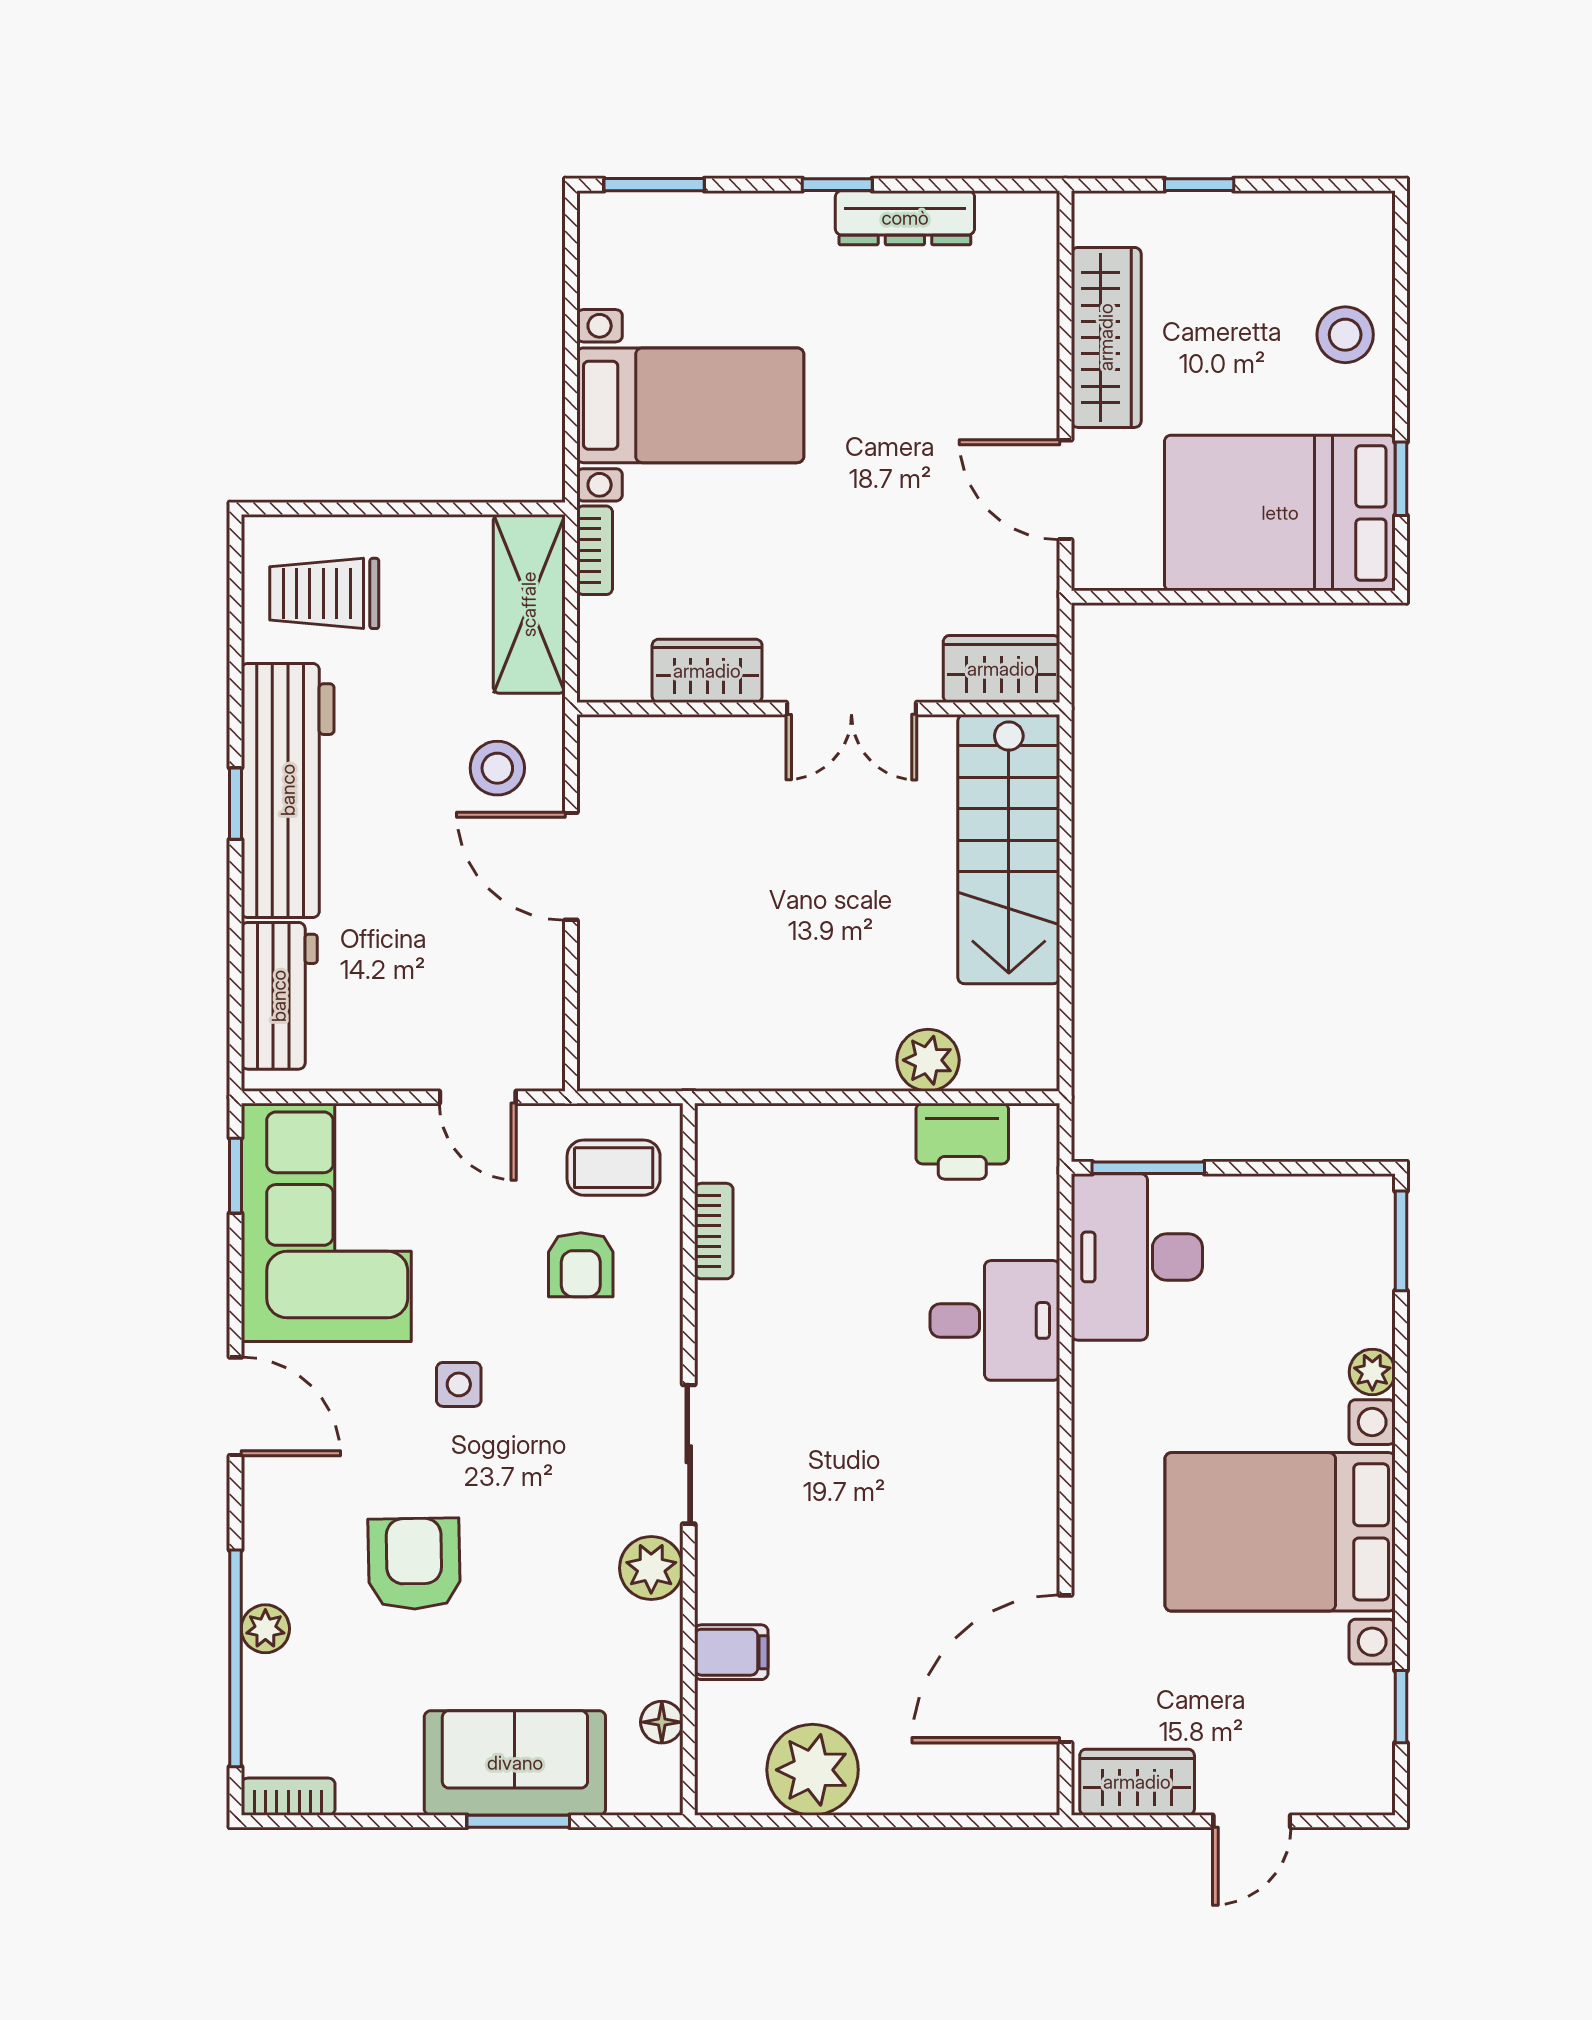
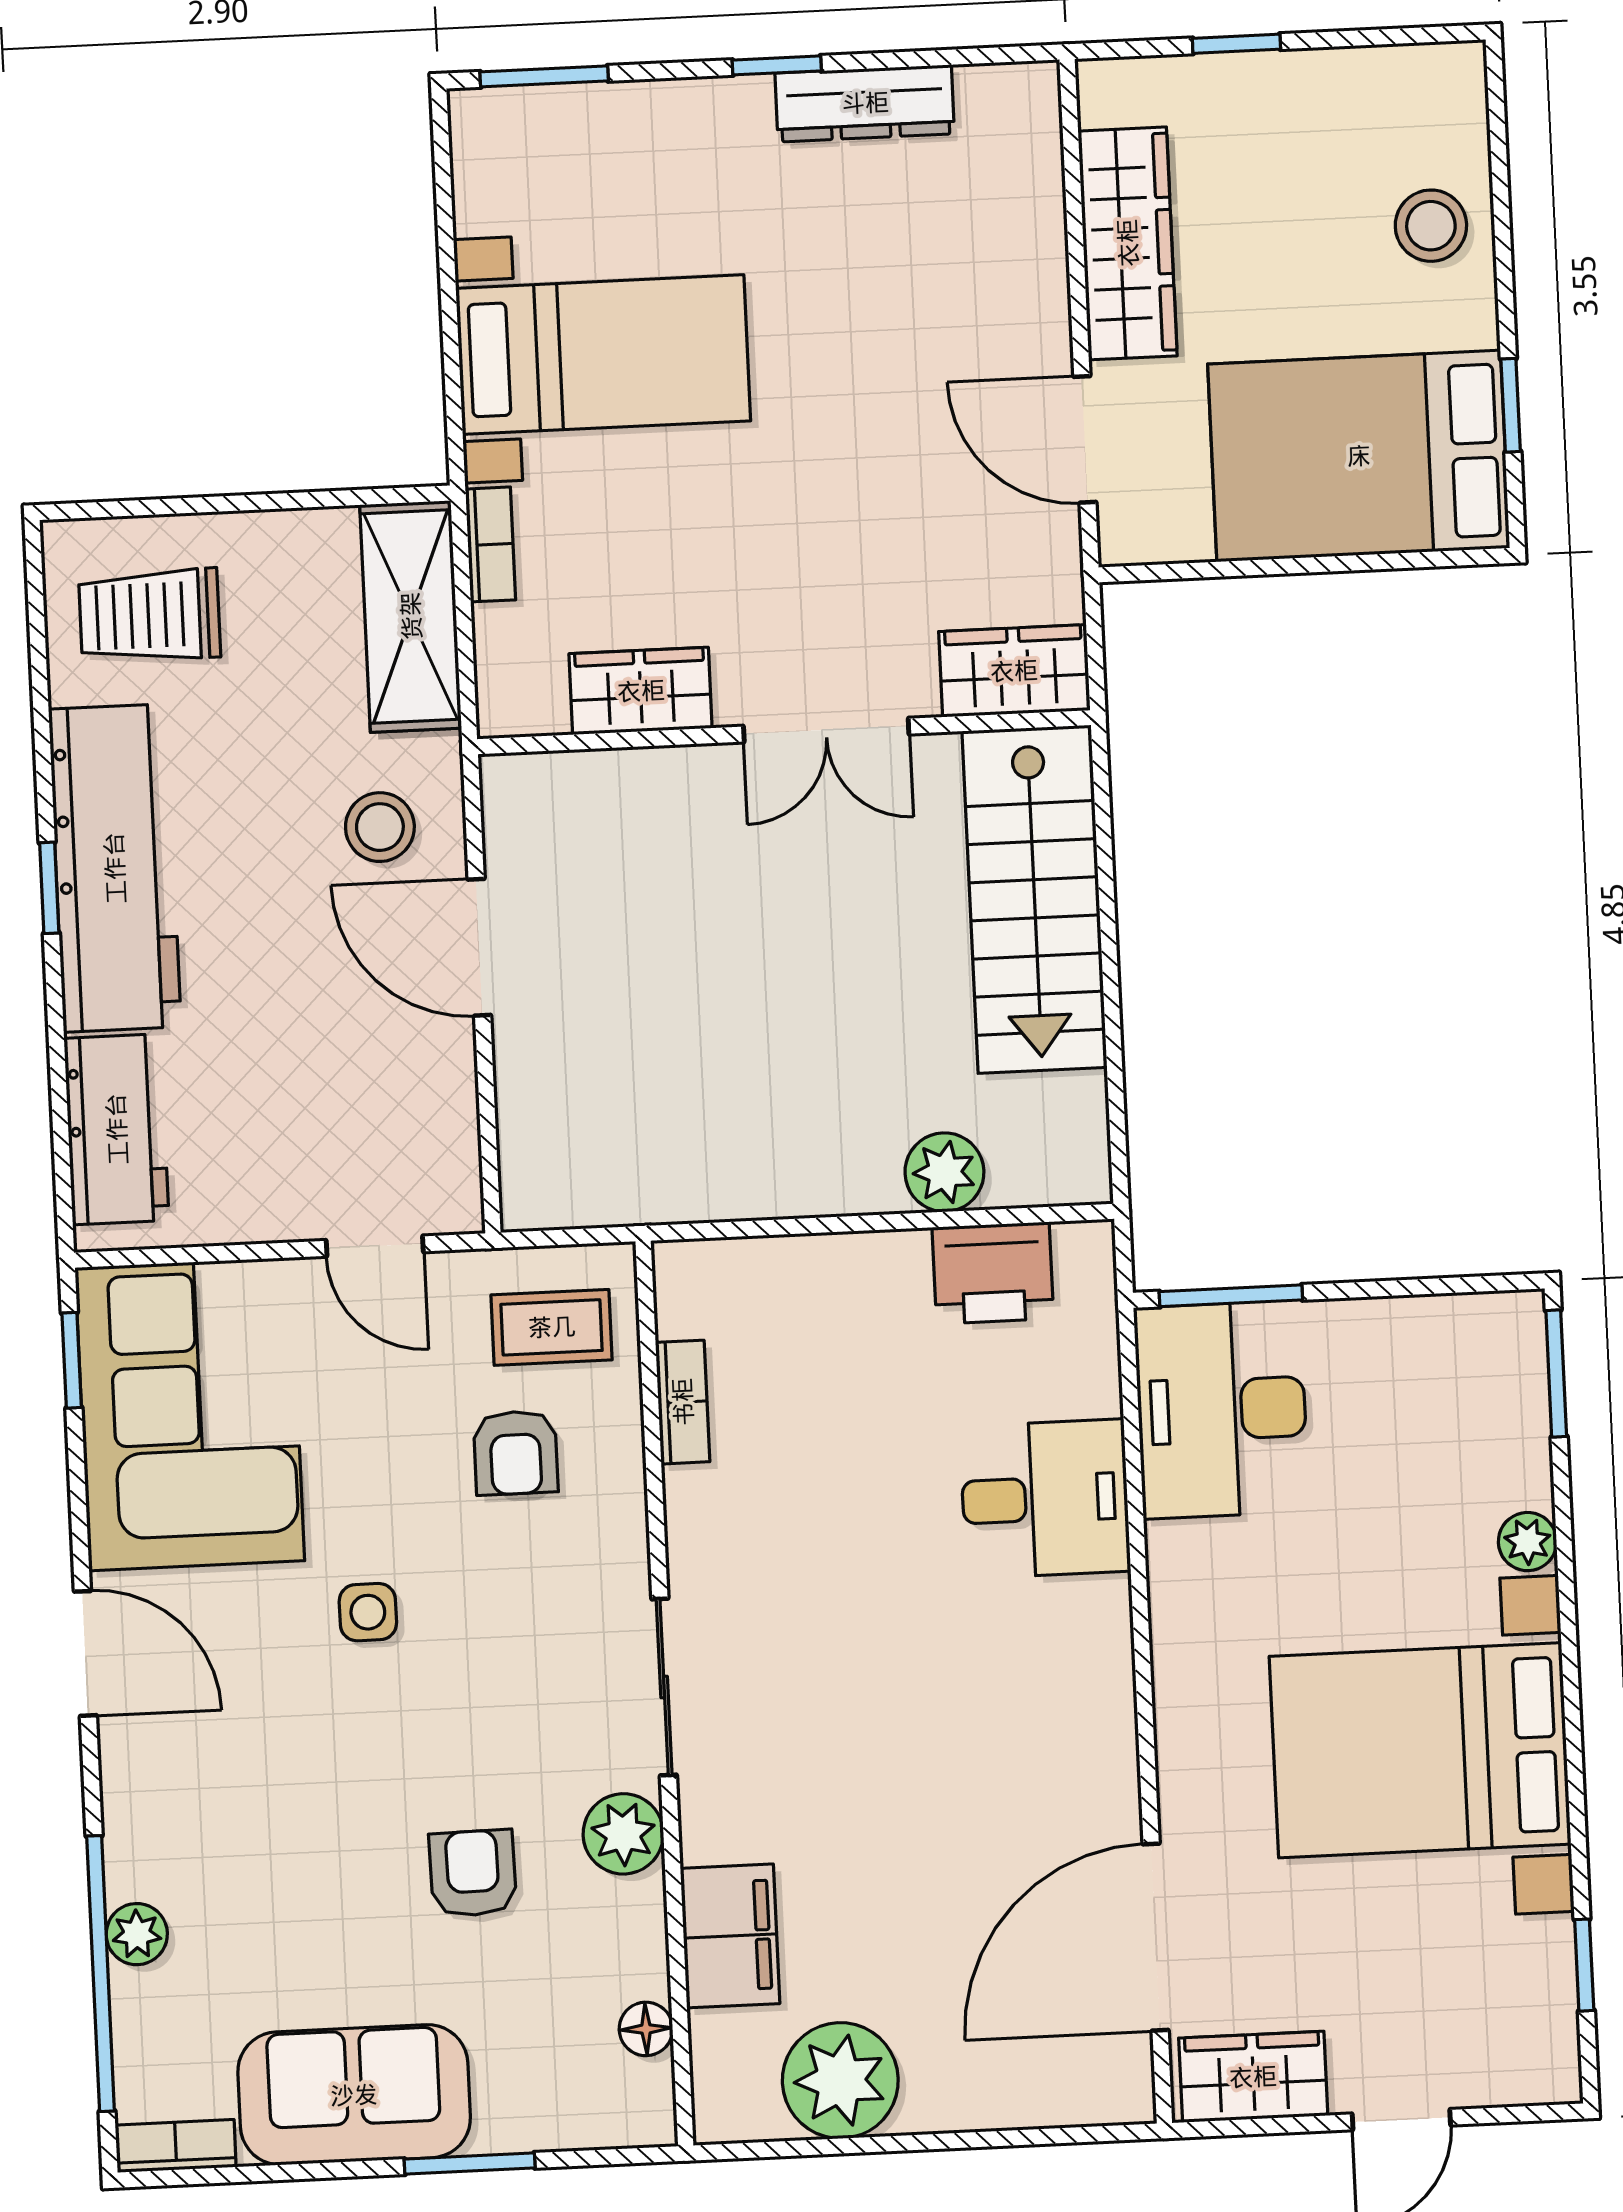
armchair: (414, 1564) -> (473, 1873), moved, width x0.72, depth x0.72
filing cabinet: (731, 1652) -> (730, 1936), width x2.00
sofa: (515, 1763) -> (354, 2095), moved

